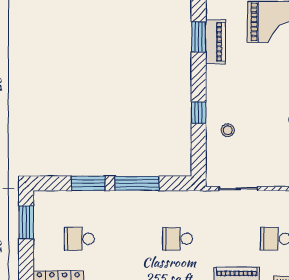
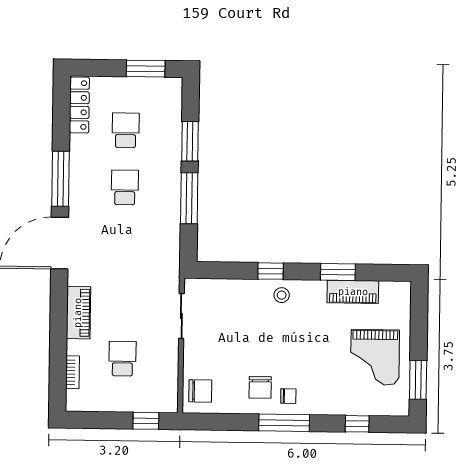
window: (199, 37) -> (338, 272), moved
stool: (228, 130) -> (282, 295), moved
school desk: (177, 239) -> (125, 187), moved

